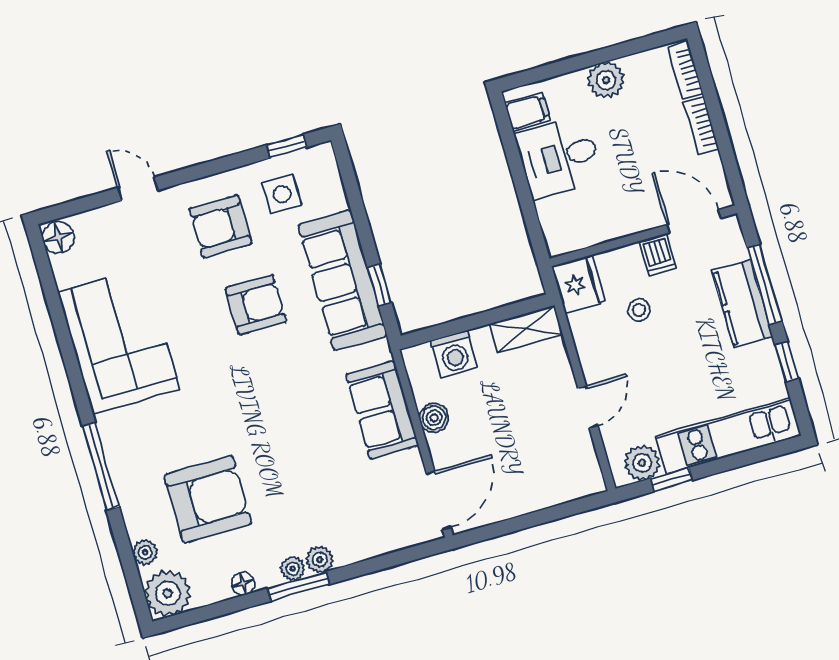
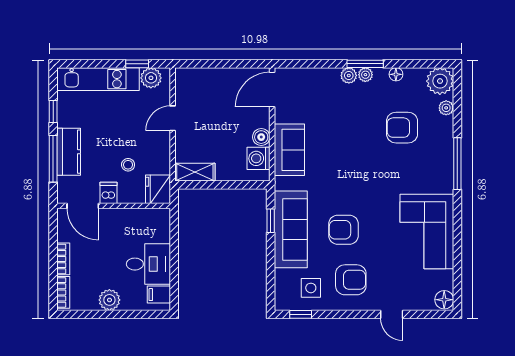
washing machine: (454, 354) -> (258, 158), moved, turned -90
armchair: (208, 499) -> (402, 128), width x0.73, depth x0.73

